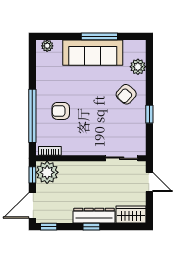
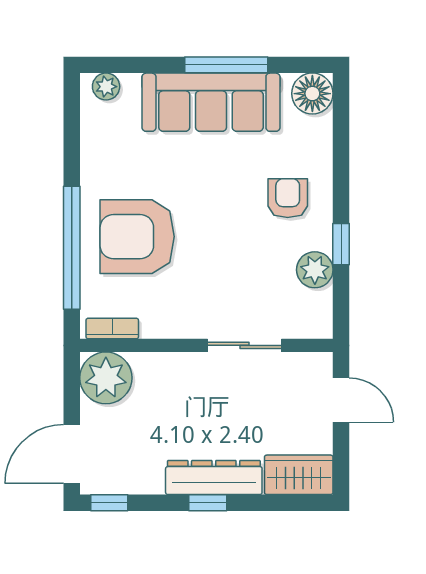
floor lamp: (137, 49) -> (312, 94), added
plant: (138, 67) -> (315, 270), moved
armchair: (126, 94) -> (288, 198), turned 138
armchair: (61, 111) -> (137, 237), width x1.88, depth x1.88
sliding door: (122, 158) -> (245, 345), moved
window: (32, 175) -> (72, 383), removed

